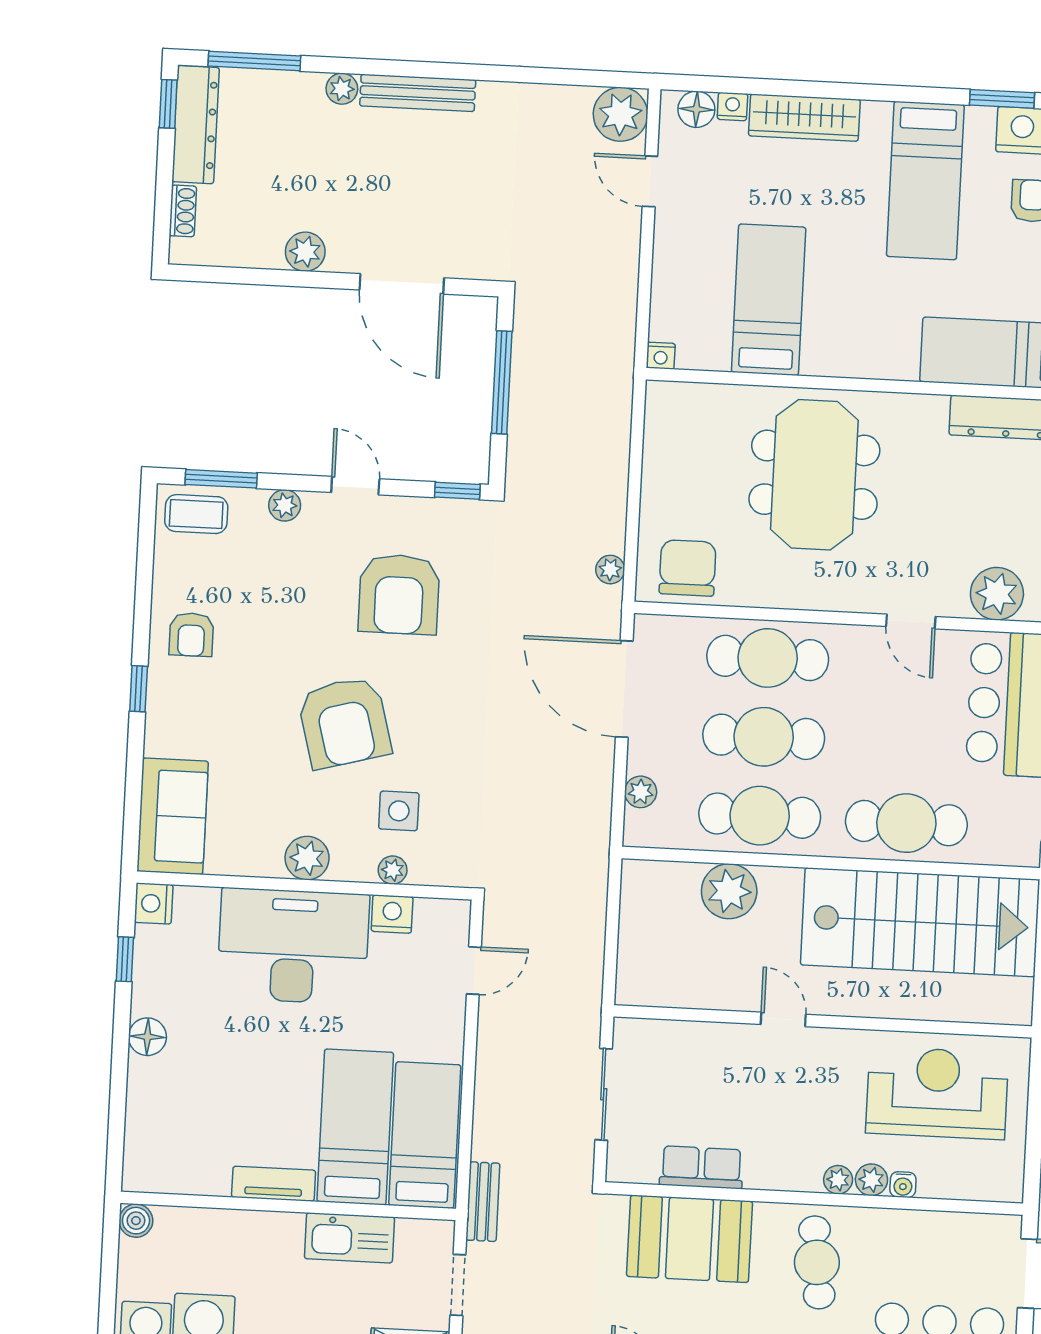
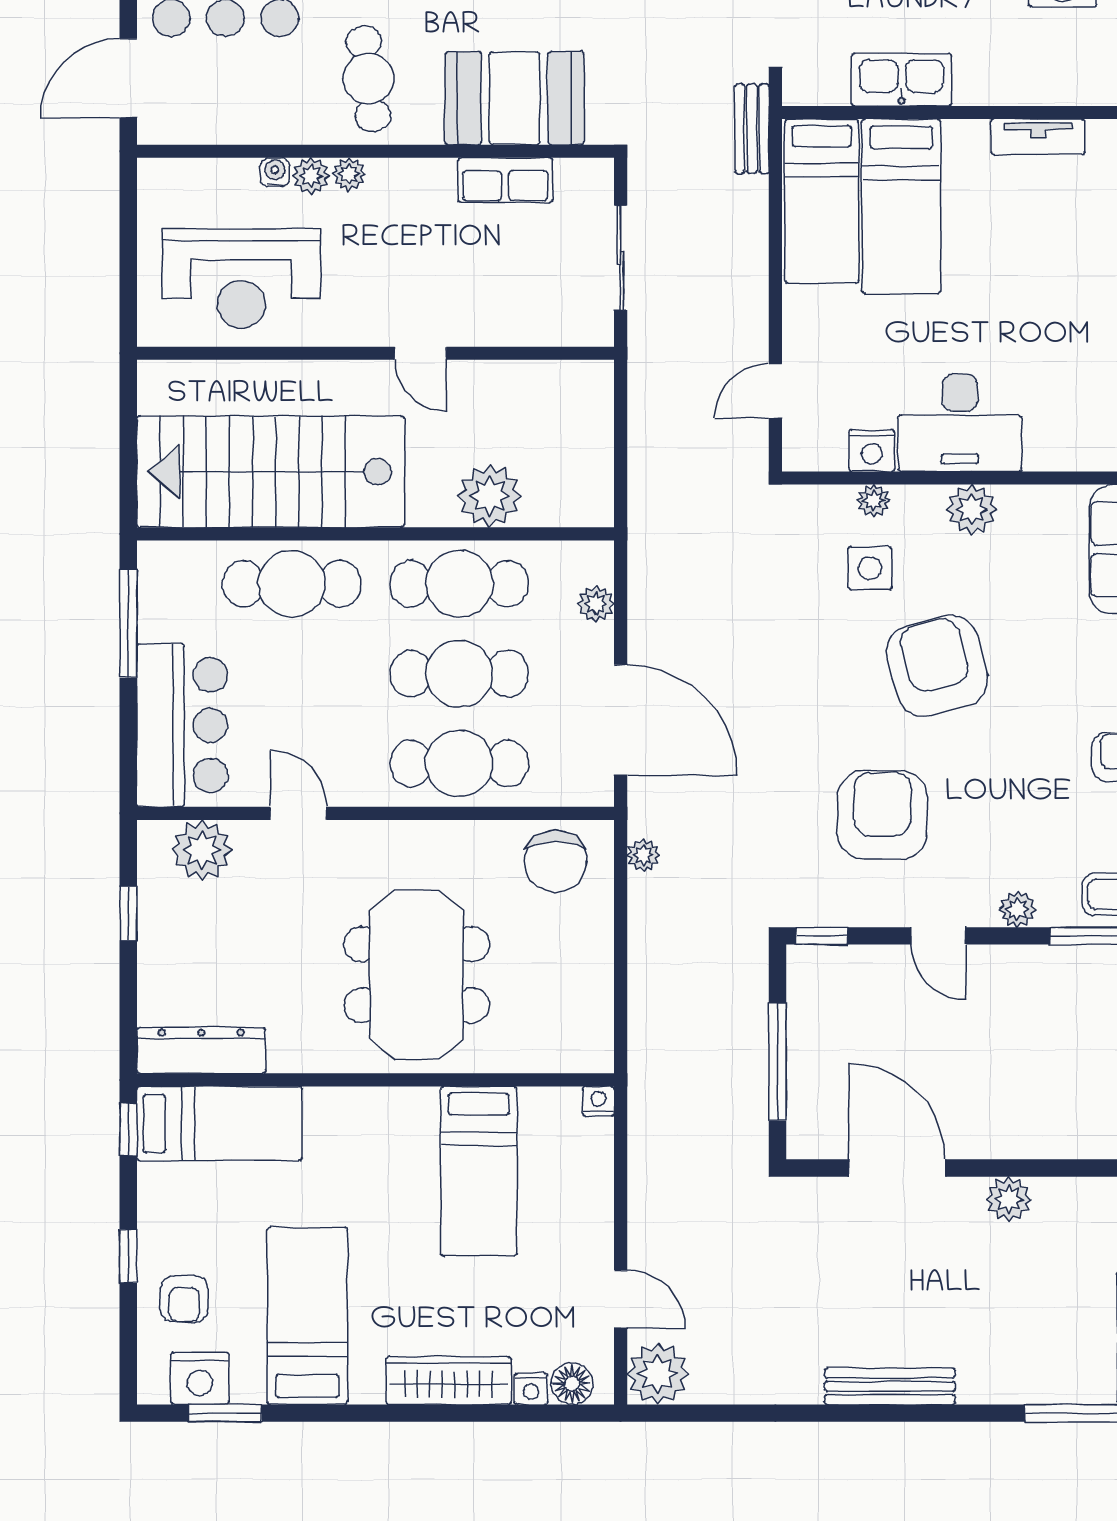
plant: (342, 89) -> (976, 1387), removed
desk: (293, 946) -> (960, 423), width x0.73, depth x0.77
tv unit: (274, 1184) -> (1038, 137), moved

